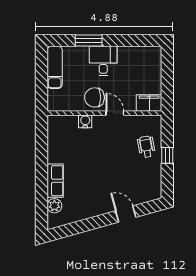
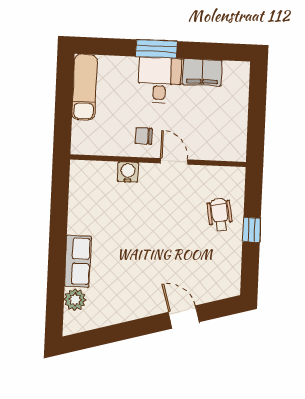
window: (89, 40) -> (156, 49), moved
chair: (95, 97) -> (144, 136), width x0.54, depth x0.54
filing cabinet: (149, 103) -> (202, 72), moved, turned 180

